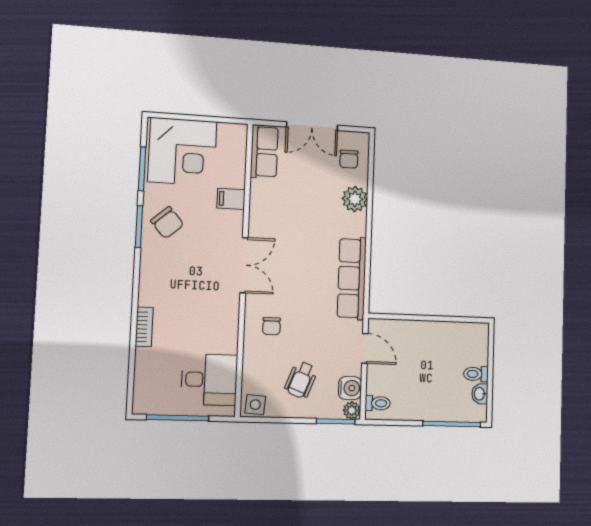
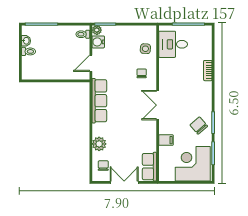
door: (365, 348) -> (91, 63), hinge flipped
wheelchair: (301, 380) -> (125, 46), removed
side table: (255, 405) -> (145, 49), moved

